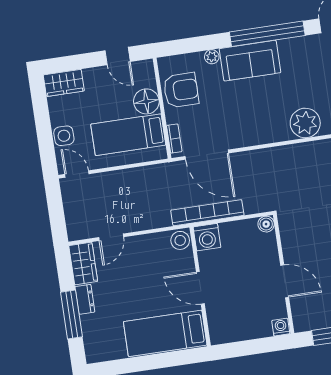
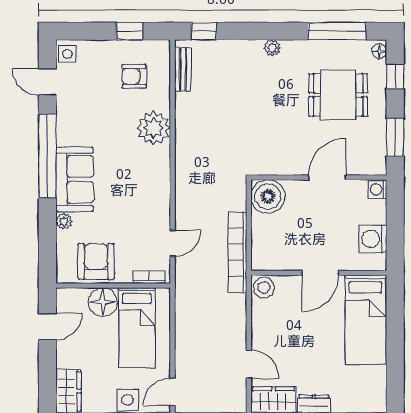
door: (207, 155) -> (172, 243), width x0.53
boiler: (266, 224) -> (268, 197), width x1.86, depth x1.86
washing machine: (207, 237) -> (373, 239), moved, turned 180

